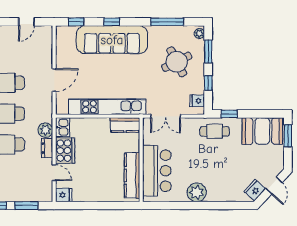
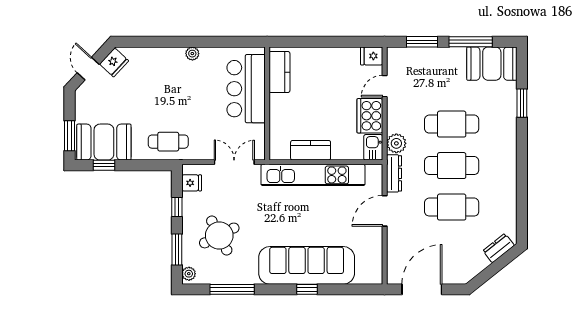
door: (26, 22) -> (422, 289), width x1.88
window: (76, 22) -> (355, 289), removed
window: (229, 114) -> (104, 165), moved
kitchen counter: (125, 125) -> (311, 150), moved
dresser: (47, 148) -> (394, 173), moved, width x1.44
door: (54, 173) -> (385, 86), hinge flipped
kitchen counter: (132, 175) -> (279, 72), width x0.67
plant: (197, 192) -> (192, 54), width x0.53, depth x0.53

